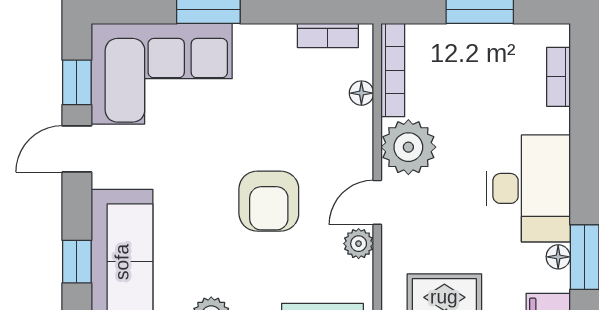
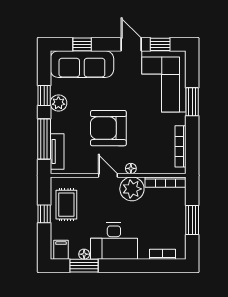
bookcase: (328, 36) -> (181, 146), width x1.56
floor lamp: (361, 93) -> (131, 168), moved
armchair: (269, 201) -> (108, 128), width x1.36, depth x1.36
plant: (359, 244) -> (90, 167), removed

